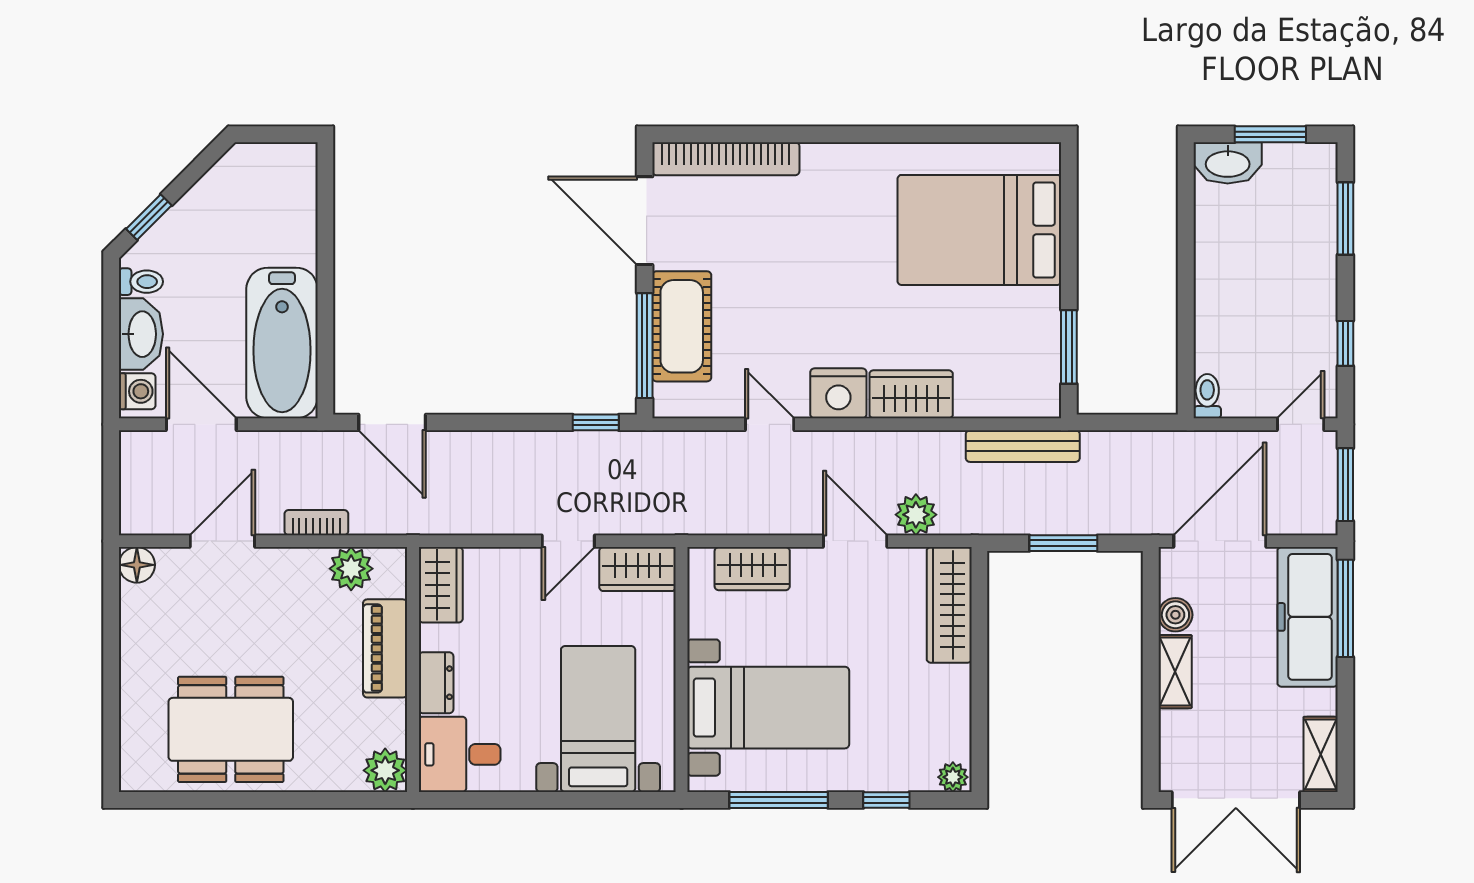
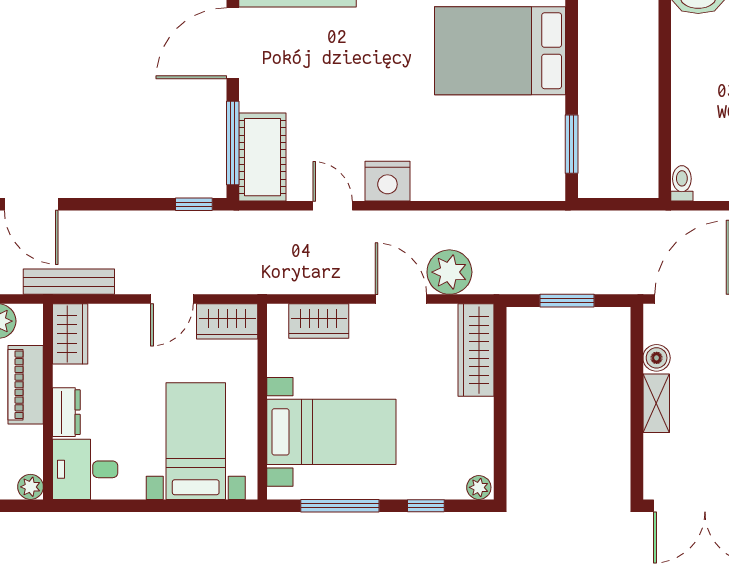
door: (645, 221) -> (233, 43), hinge flipped
cot: (682, 326) -> (262, 157), moved
wardrobe: (911, 394) -> (446, 182), removed
bench: (1023, 446) -> (69, 282), moved
plant: (916, 515) -> (449, 272), width x1.36, depth x1.36
plant: (385, 770) -> (31, 487), width x0.73, depth x0.73

